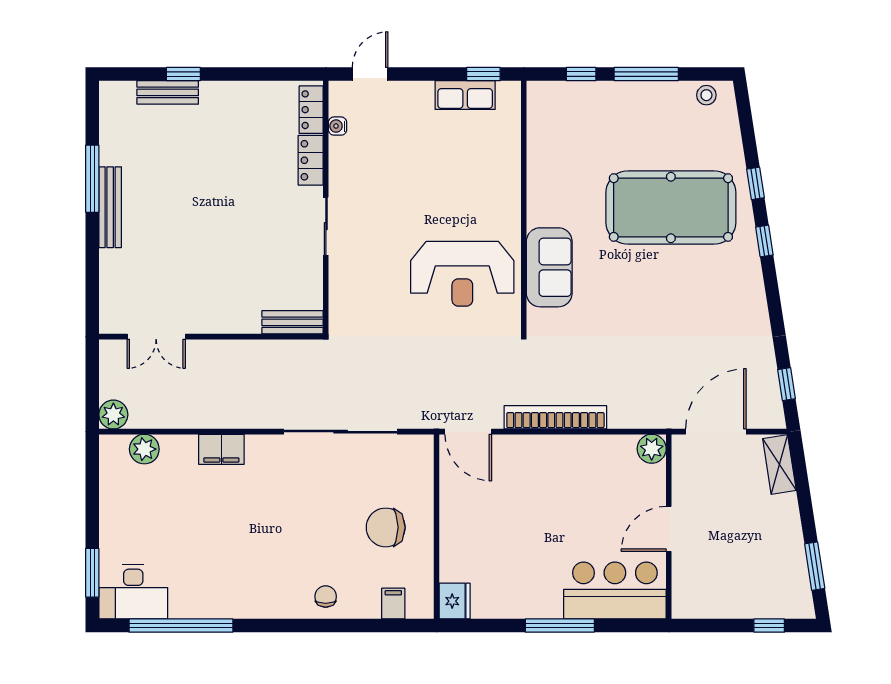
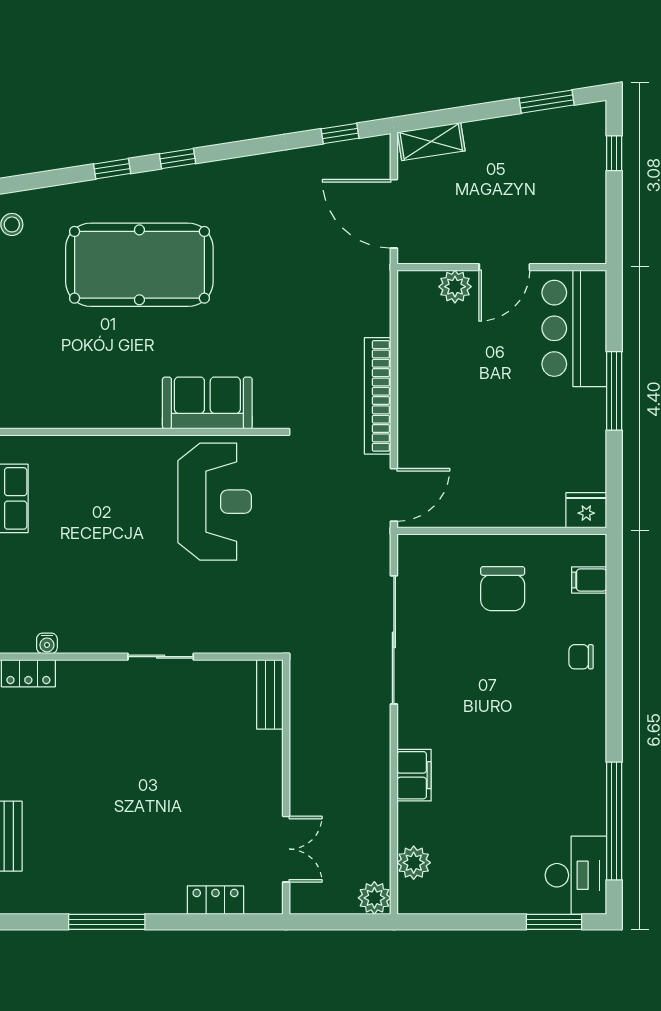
locker: (311, 160) -> (215, 900), moved, turned 180
bench: (110, 207) -> (139, 901), removed
pool table: (671, 208) -> (139, 265), turned 90
plant: (652, 449) -> (455, 287), moved
door: (669, 529) -> (504, 267), hinge flipped

